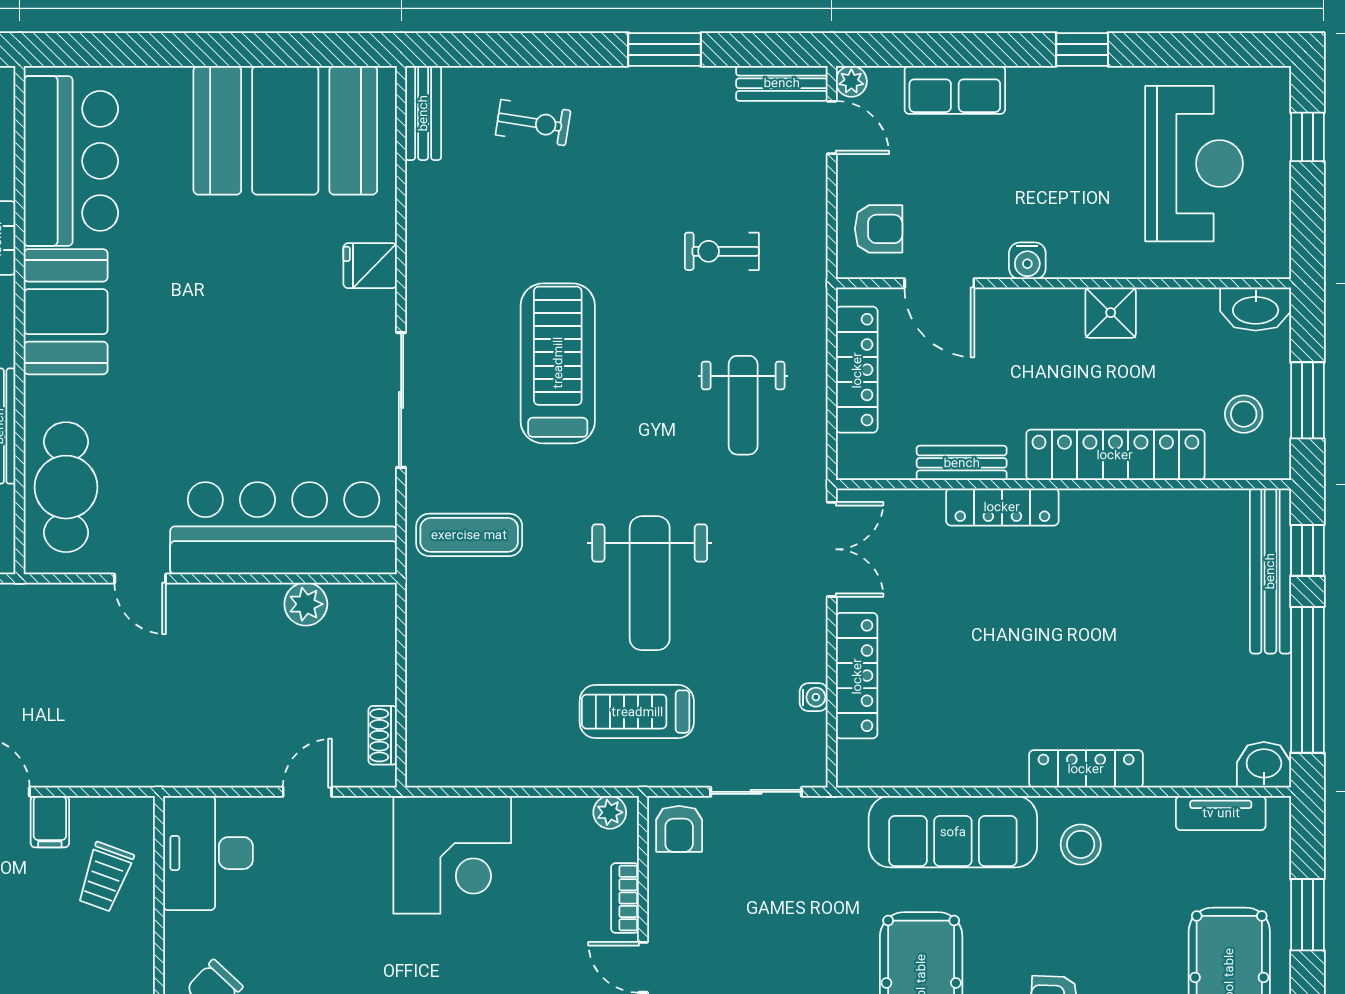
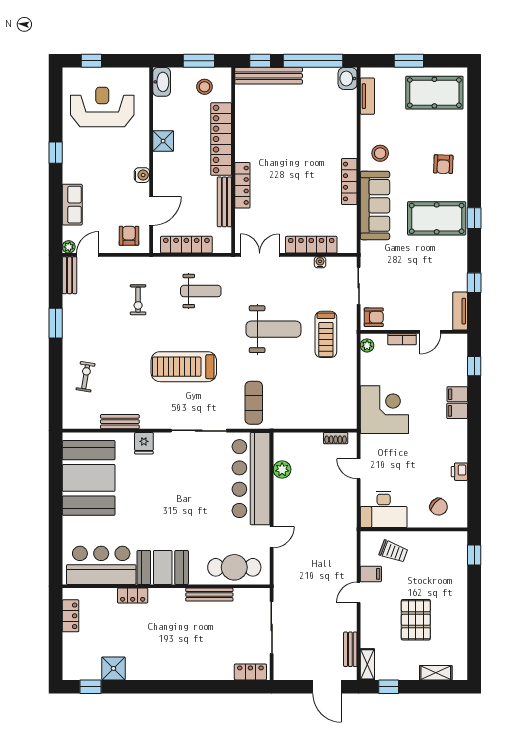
bench: (423, 113) -> (120, 422), moved
bench: (962, 463) -> (224, 202), width x1.36
locker: (1086, 769) -> (349, 181), moved

